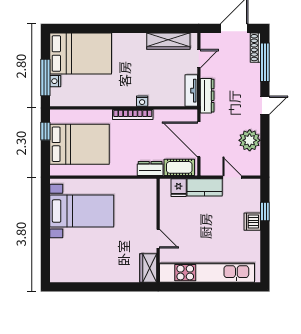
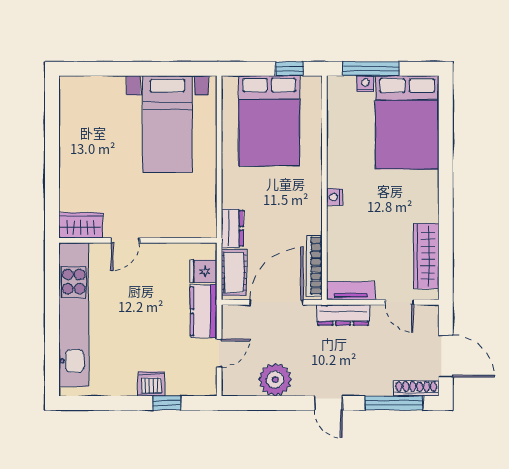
nightstand: (142, 101) -> (335, 197), moved
bookcase: (133, 115) -> (314, 266), moved

